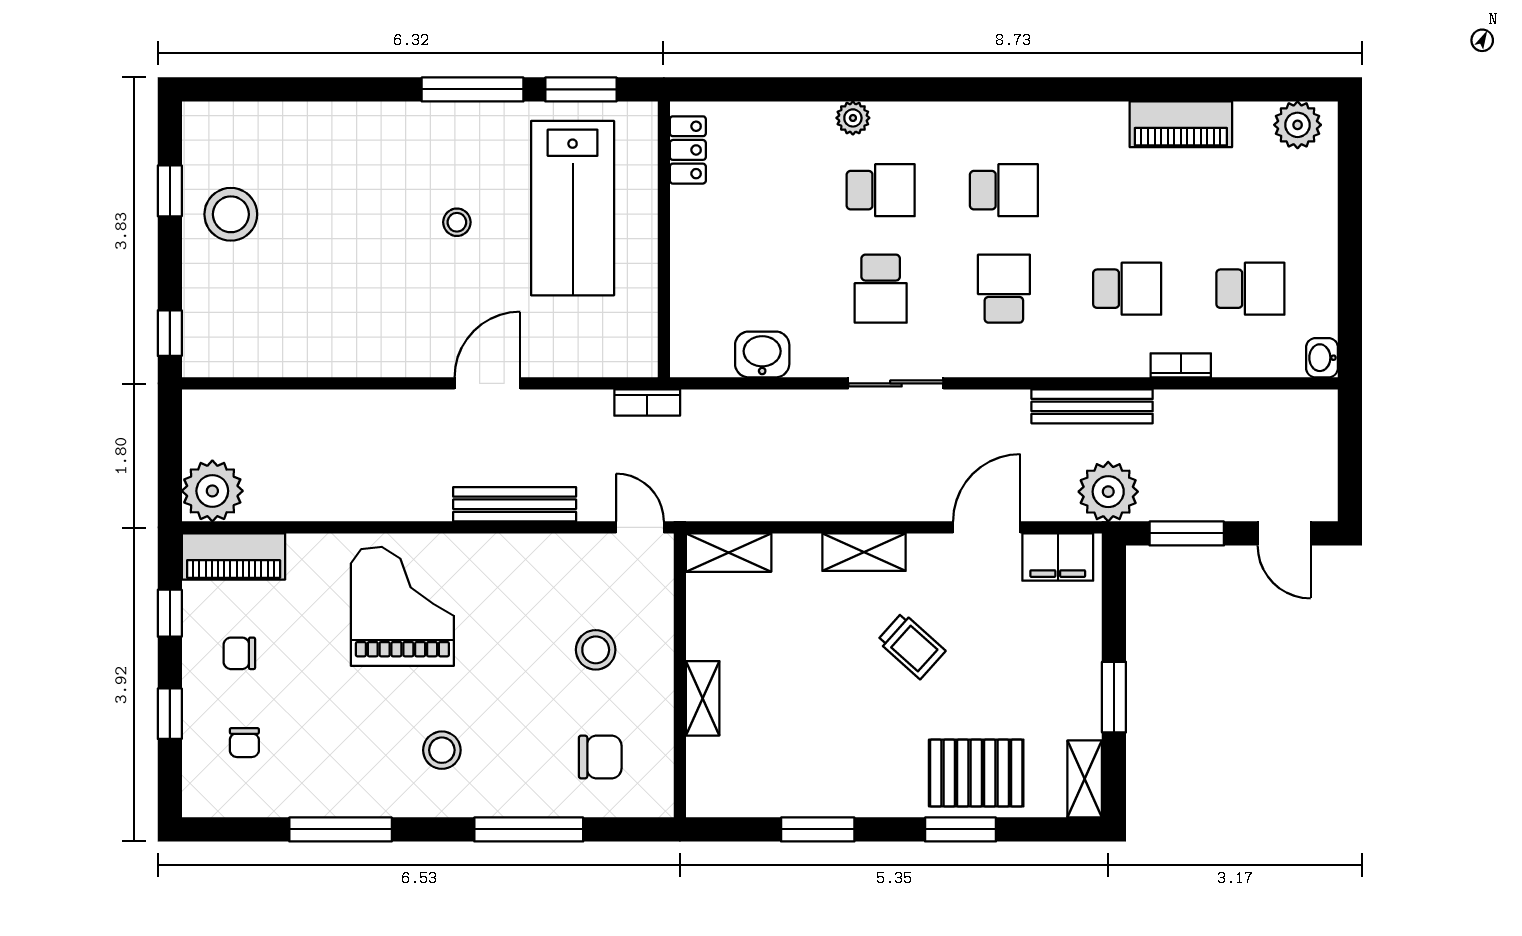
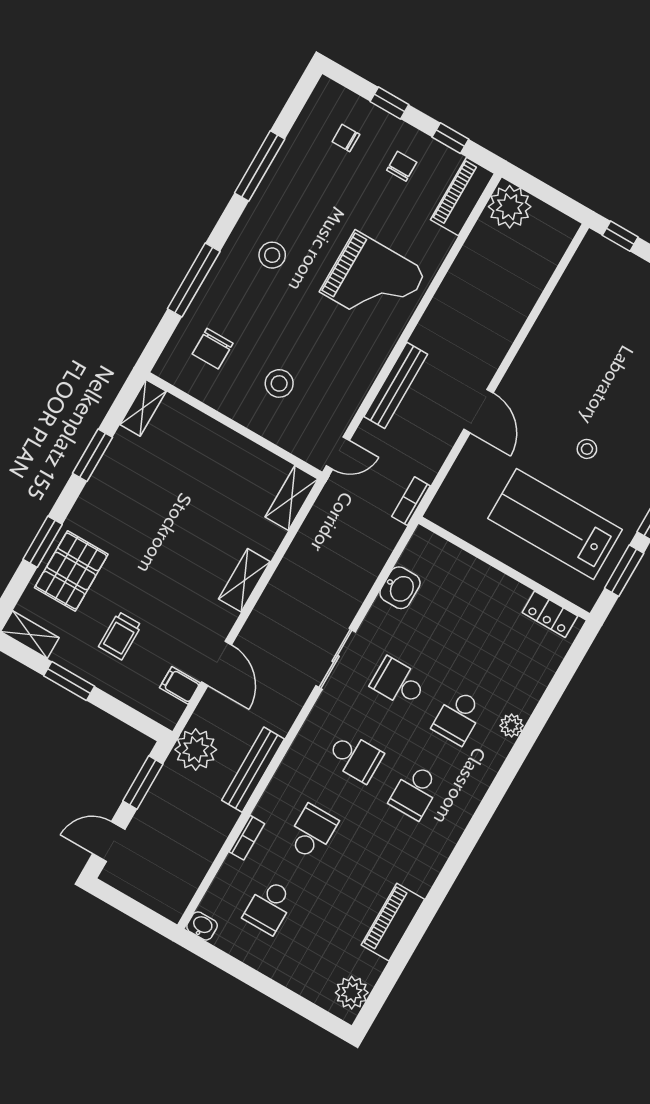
school desk: (1127, 289) -> (312, 832), turned 180
filing cabinet: (1058, 557) -> (180, 685), width x0.50
trolley: (911, 646) -> (120, 636), moved, turned -42
shelving: (703, 698) -> (143, 408), moved, turned 90

